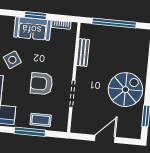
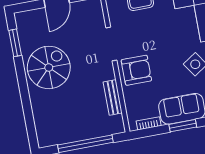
armchair: (41, 84) -> (136, 70), moved
spiral stairs: (125, 90) -> (49, 67), turned 180

